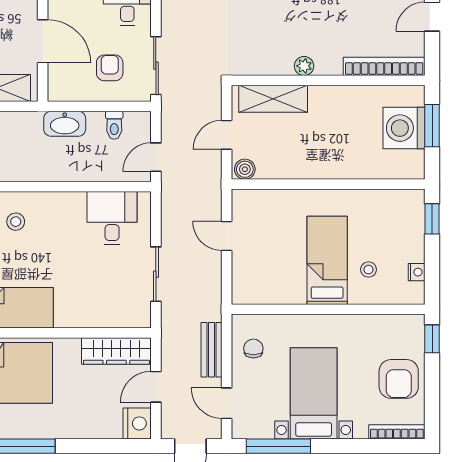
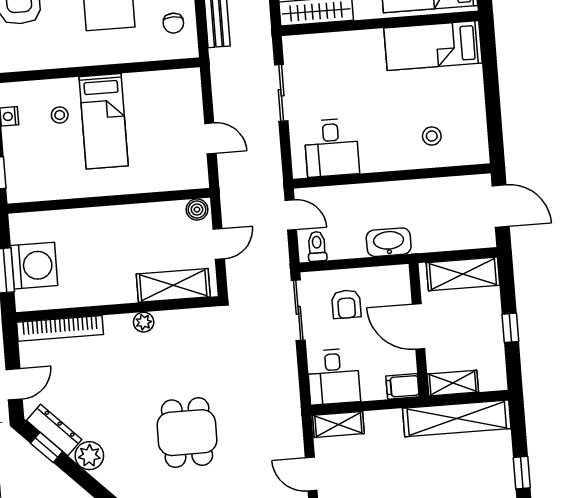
toilet: (114, 125) -> (317, 246), moved
door: (156, 157) -> (291, 215), hinge flipped

